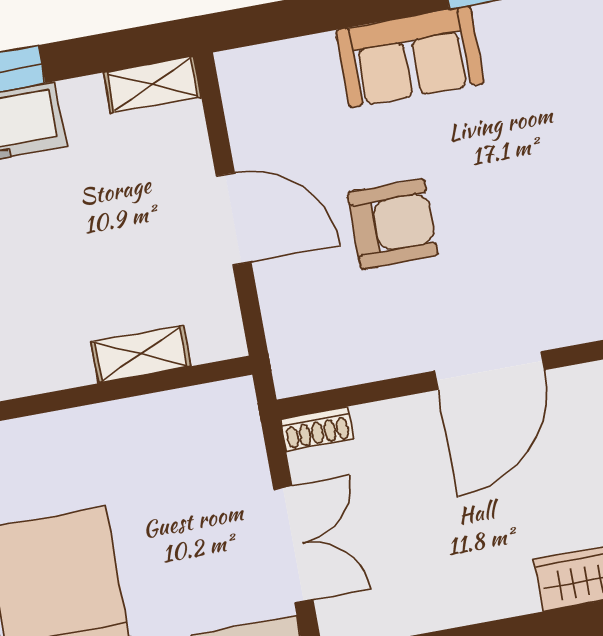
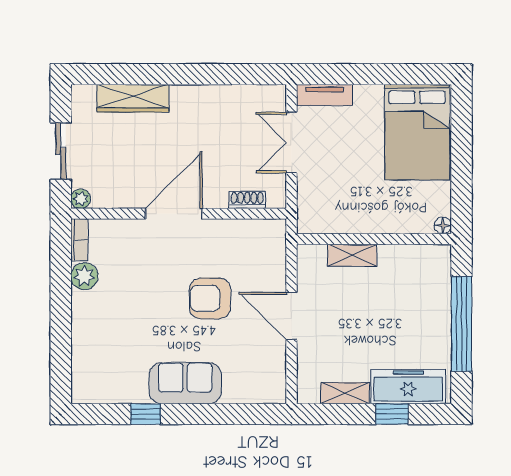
shelving: (152, 85) -> (345, 393), moved
shoe rack: (317, 429) -> (247, 200), moved

